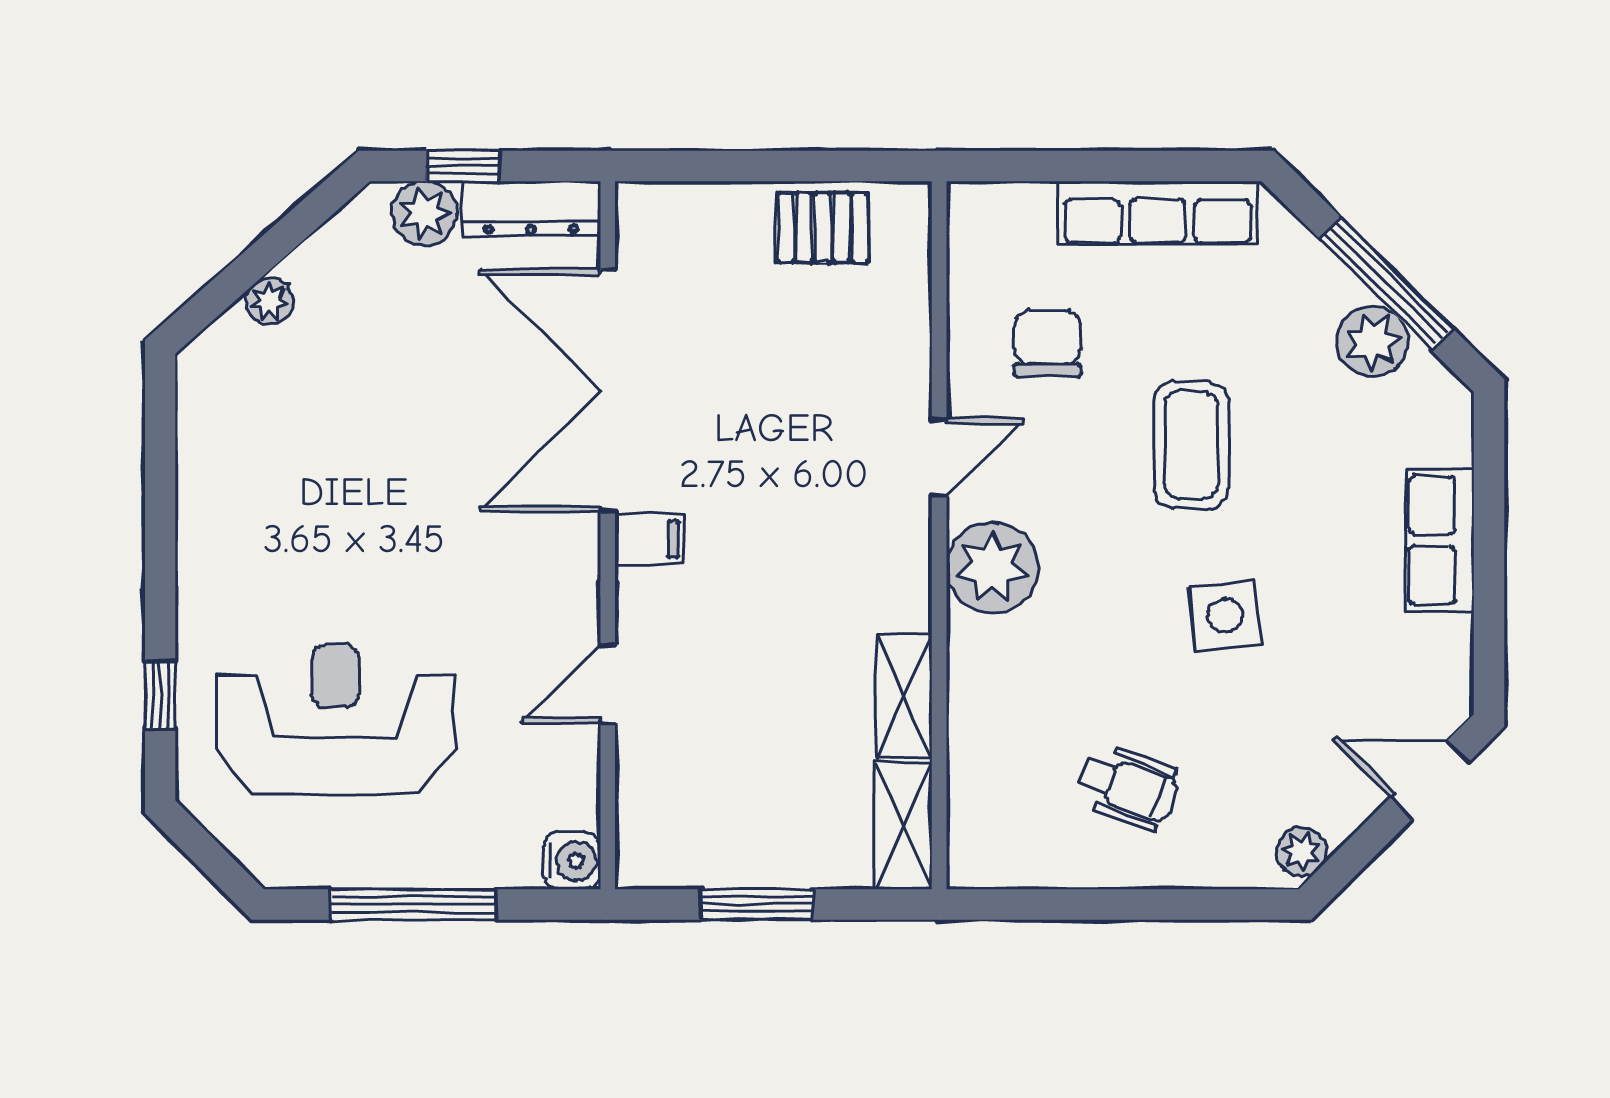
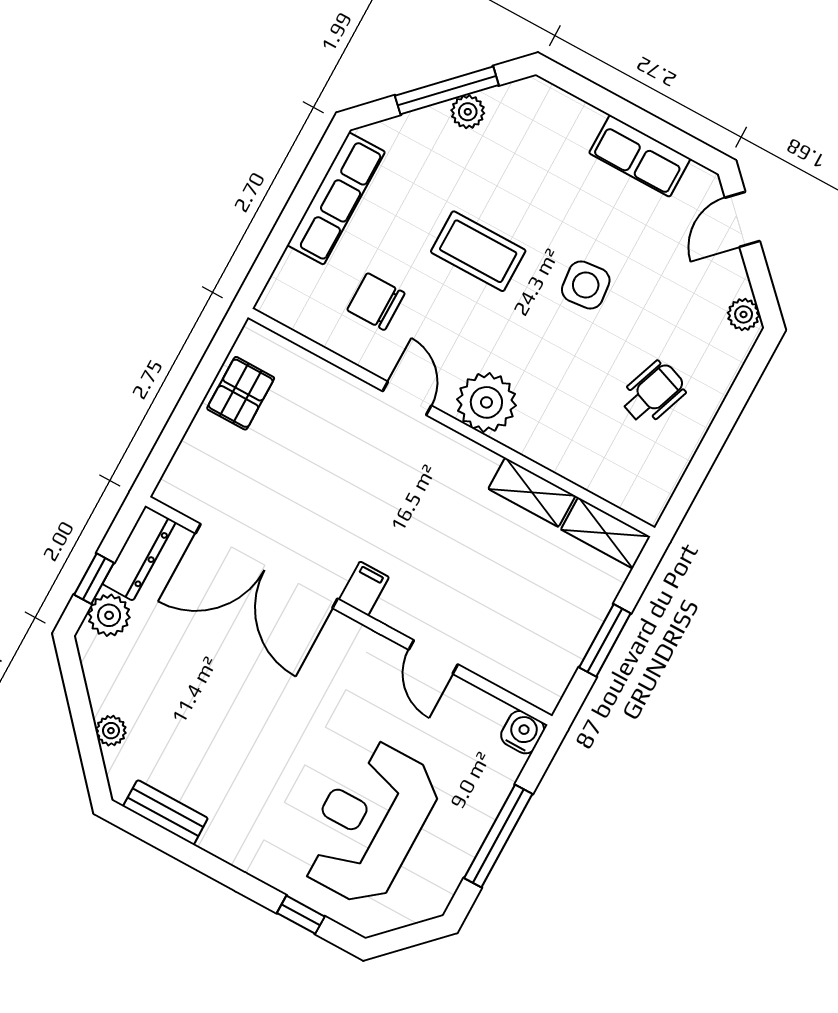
plant: (1373, 341) -> (468, 112), width x0.73, depth x0.73
bench: (199, 436) -> (165, 812), added
row of seats: (1440, 540) -> (640, 156), moved

